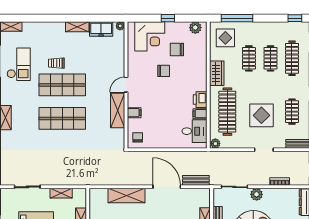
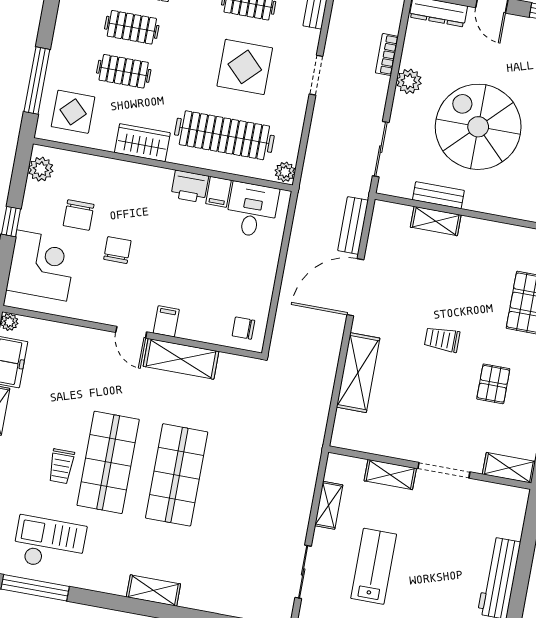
filing cabinet: (134, 113) -> (166, 321), moved
plant: (257, 194) -> (409, 81), moved

